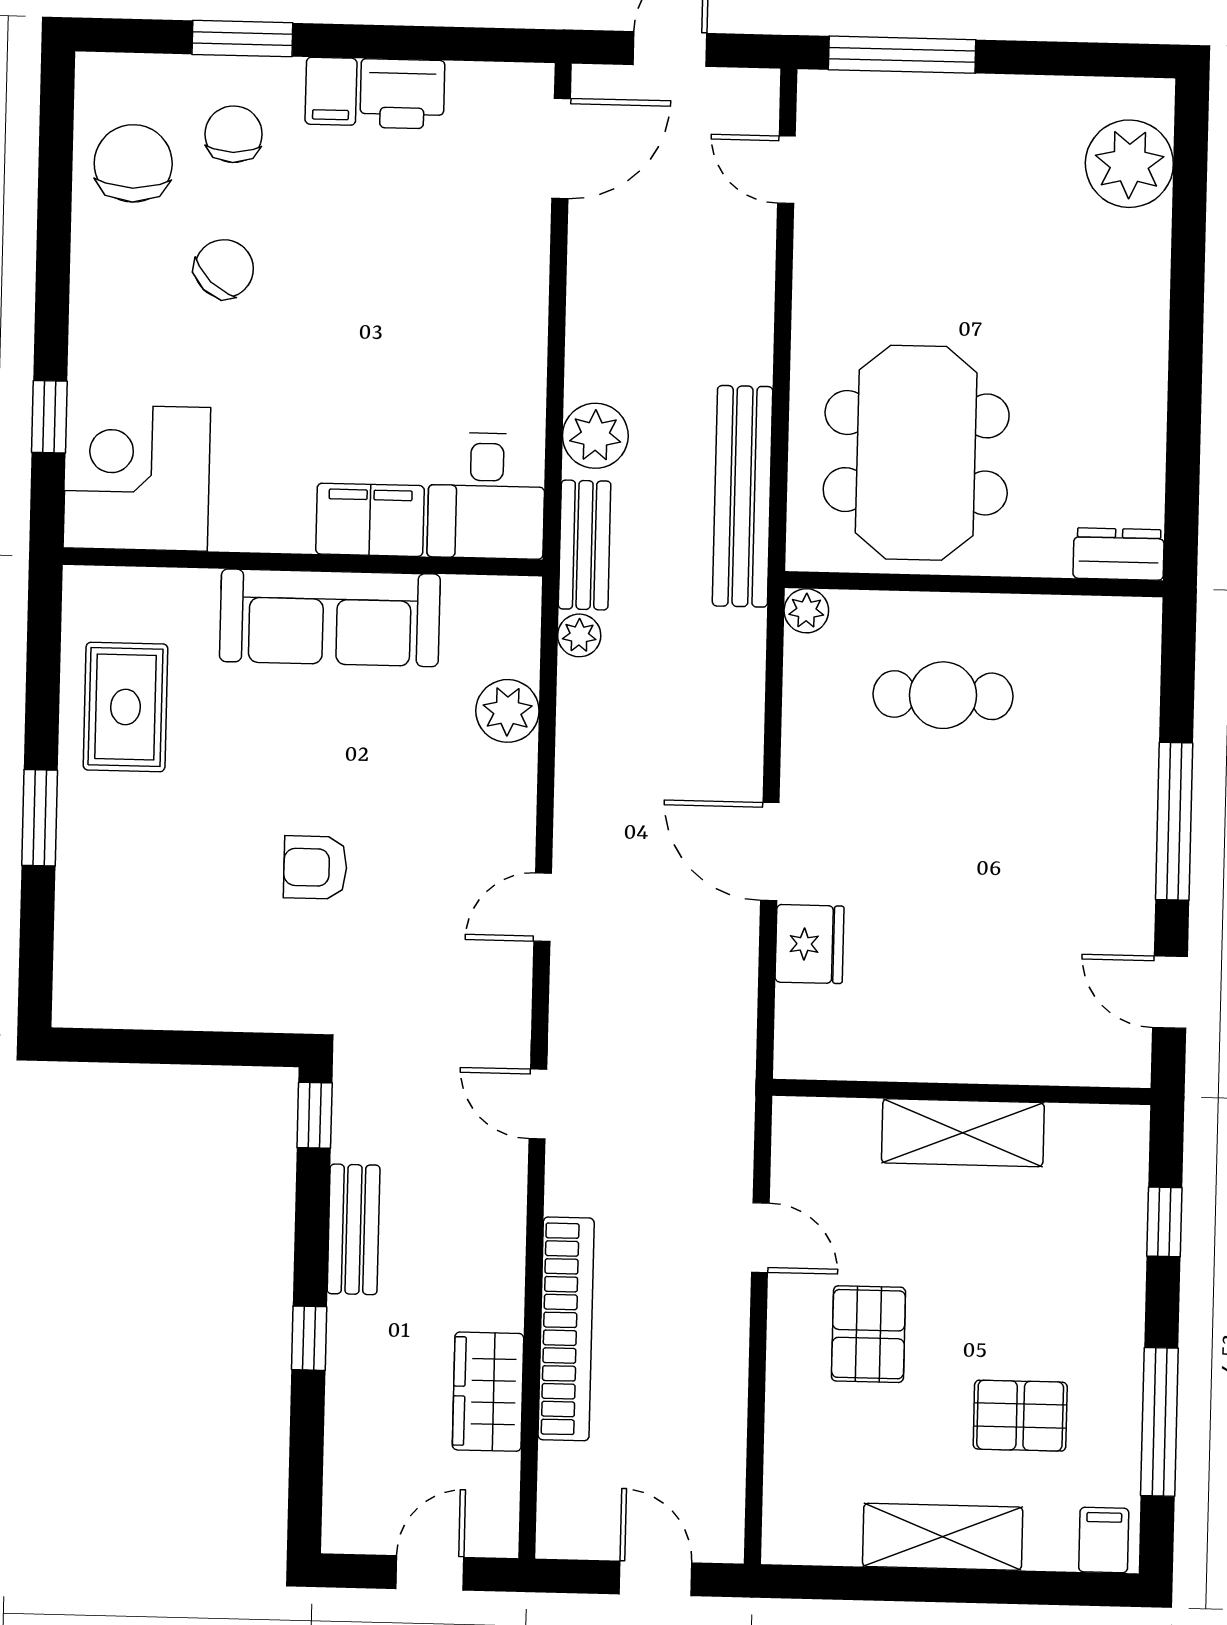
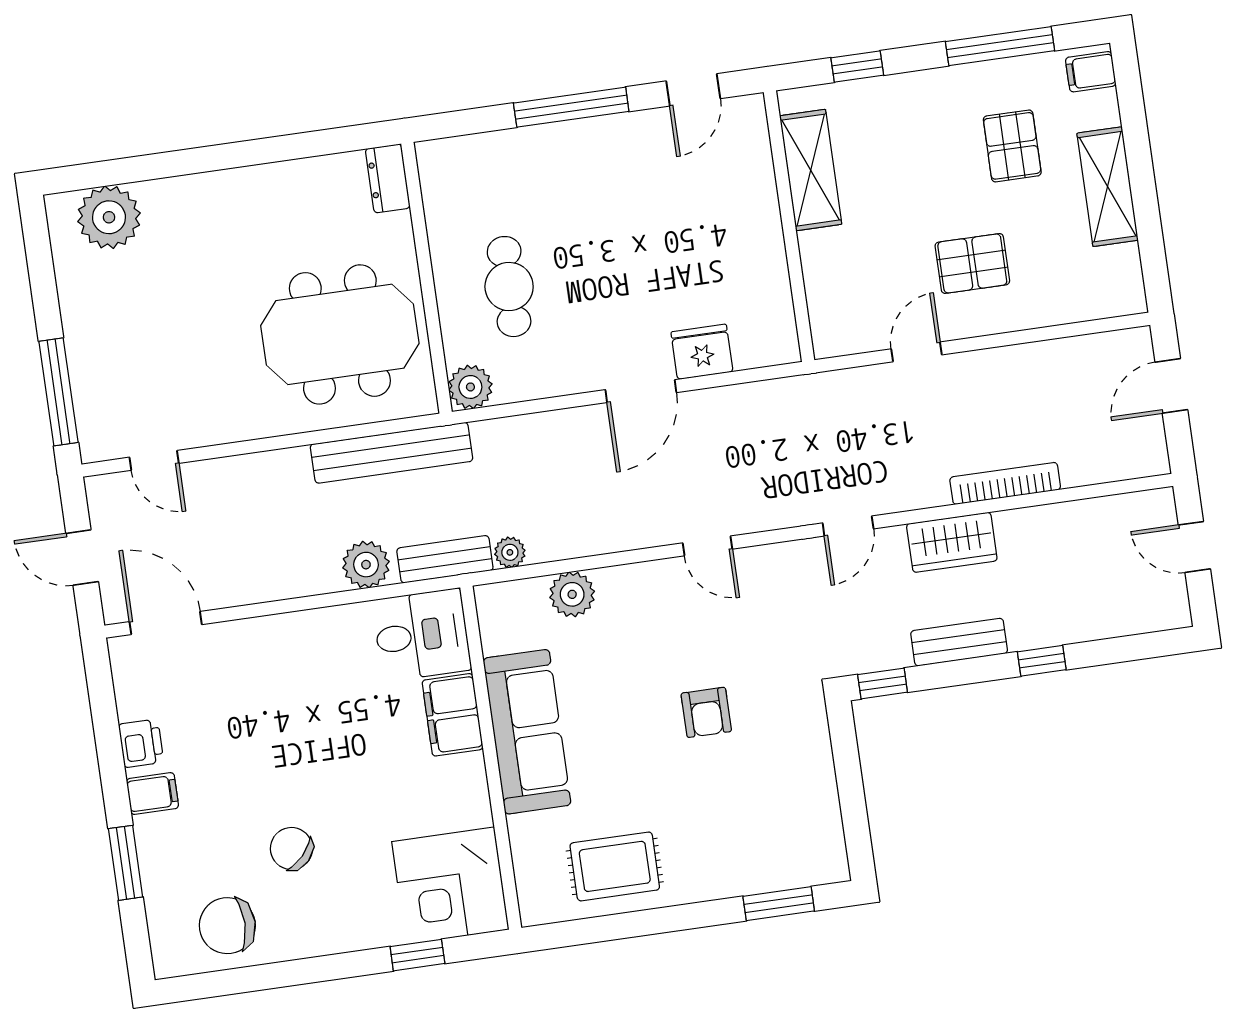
printer: (402, 94) -> (141, 743), width x0.73, depth x0.81
chair: (234, 134) -> (195, 858), removed
door: (786, 170) -> (154, 460), hinge flipped
plant: (806, 611) -> (470, 387), width x1.38, depth x1.38
window: (40, 818) -> (779, 904), moved
shelving: (963, 1133) -> (811, 170), moved
bookcase: (566, 1329) -> (1005, 483), width x0.68, depth x0.76
wardrobe: (488, 1392) -> (952, 542), moved

